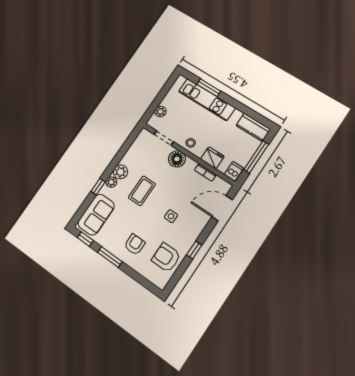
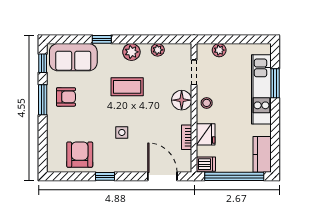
window: (256, 157) -> (234, 176), width x1.46
plant: (111, 182) -> (158, 50), moved
armchair: (135, 244) -> (66, 97), moved

